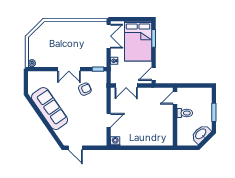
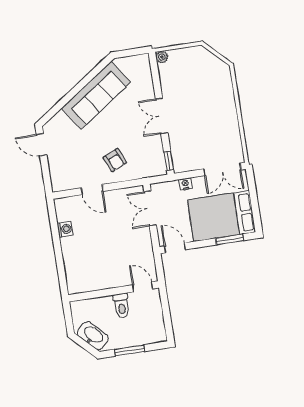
armchair: (85, 89) -> (115, 160), moved
washing machine: (115, 141) -> (65, 229), moved
door: (75, 148) -> (42, 145), hinge flipped

